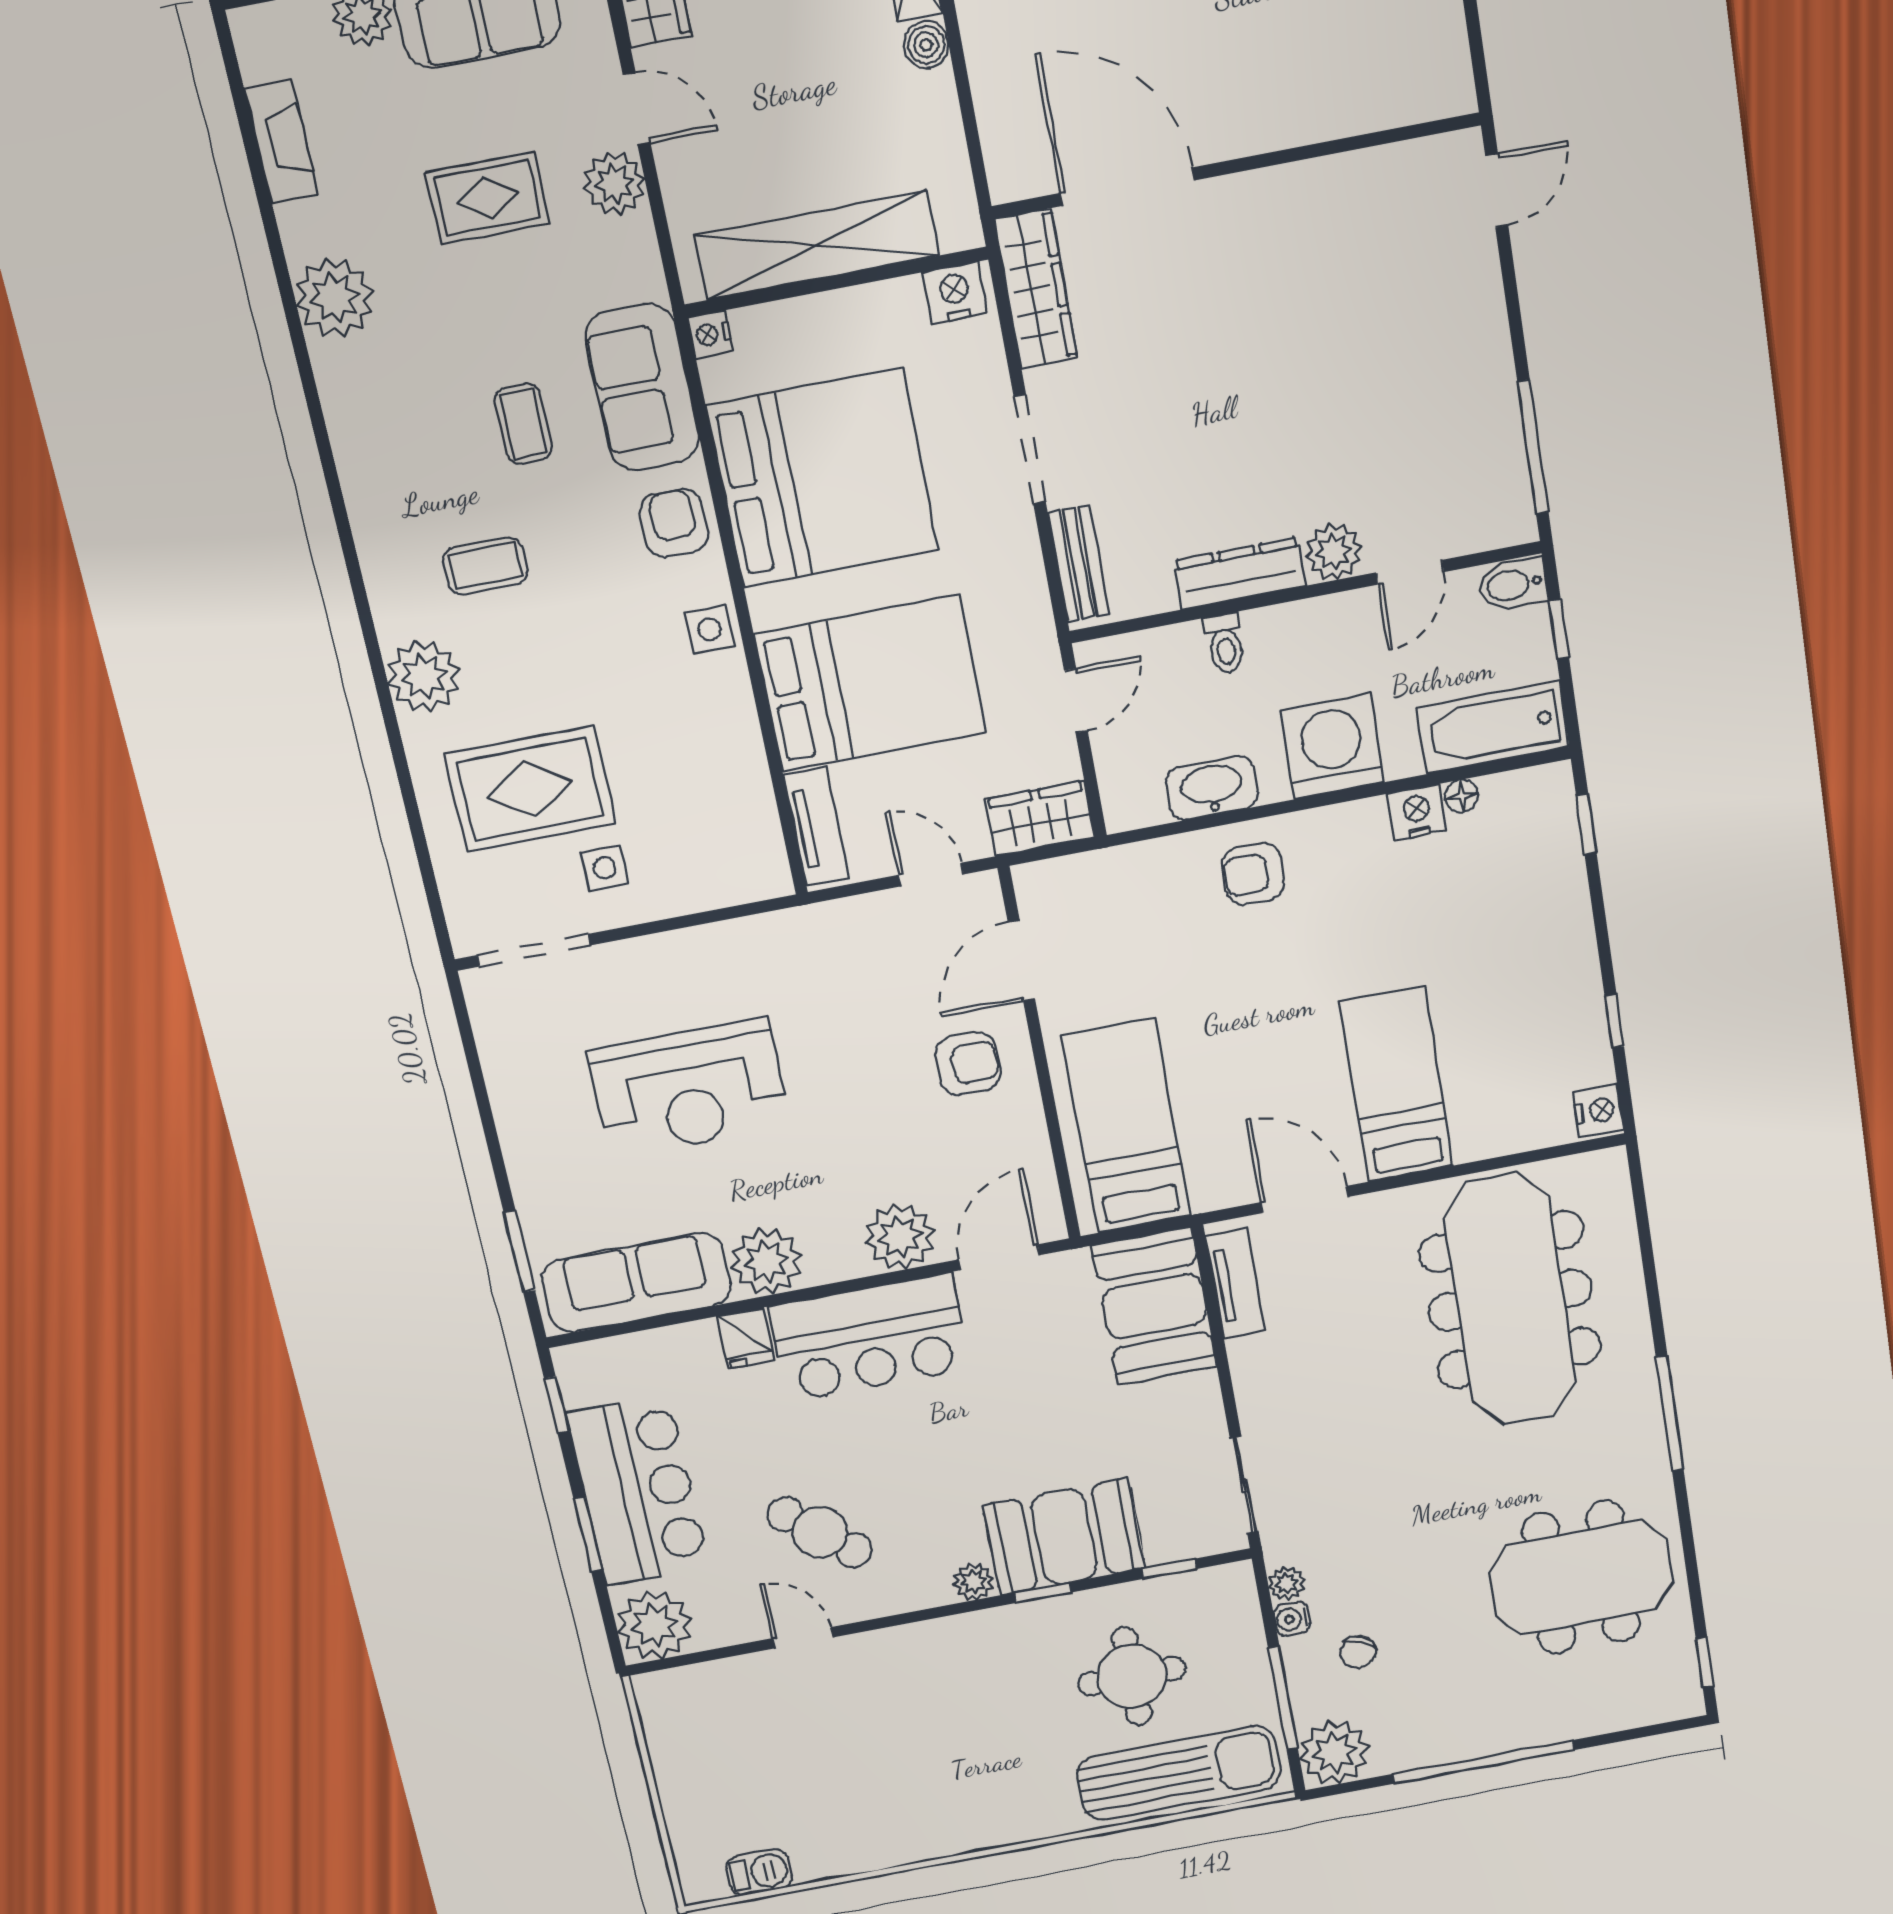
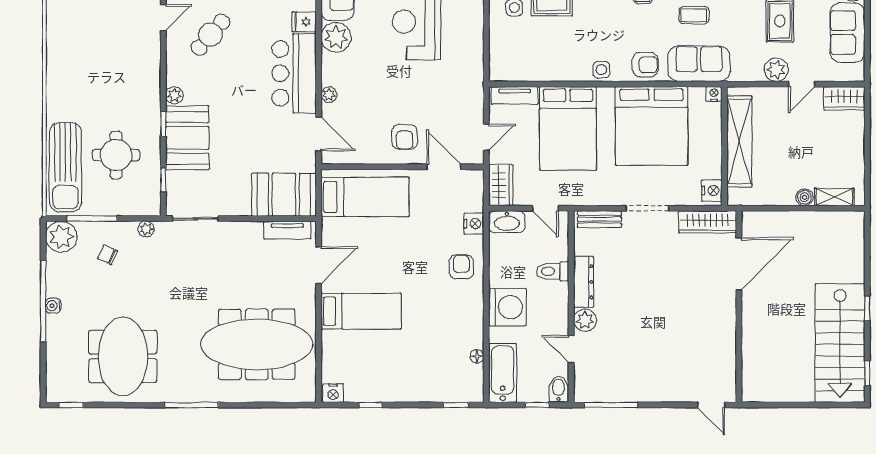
toilet: (1225, 643) -> (552, 271), width x1.37, depth x1.39
washbasin: (1212, 788) -> (507, 222), moved, turned 90
nightstand: (1417, 812) -> (474, 224), moved
plant: (900, 1237) -> (329, 95), width x0.53, depth x0.53
water cooler: (1292, 1619) -> (53, 306), moved, turned -90

